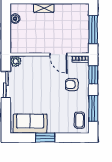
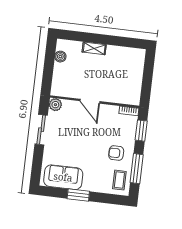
window: (93, 30) -> (147, 79), removed
door: (58, 55) -> (90, 101), moved
armchair: (72, 85) -> (116, 153), moved

